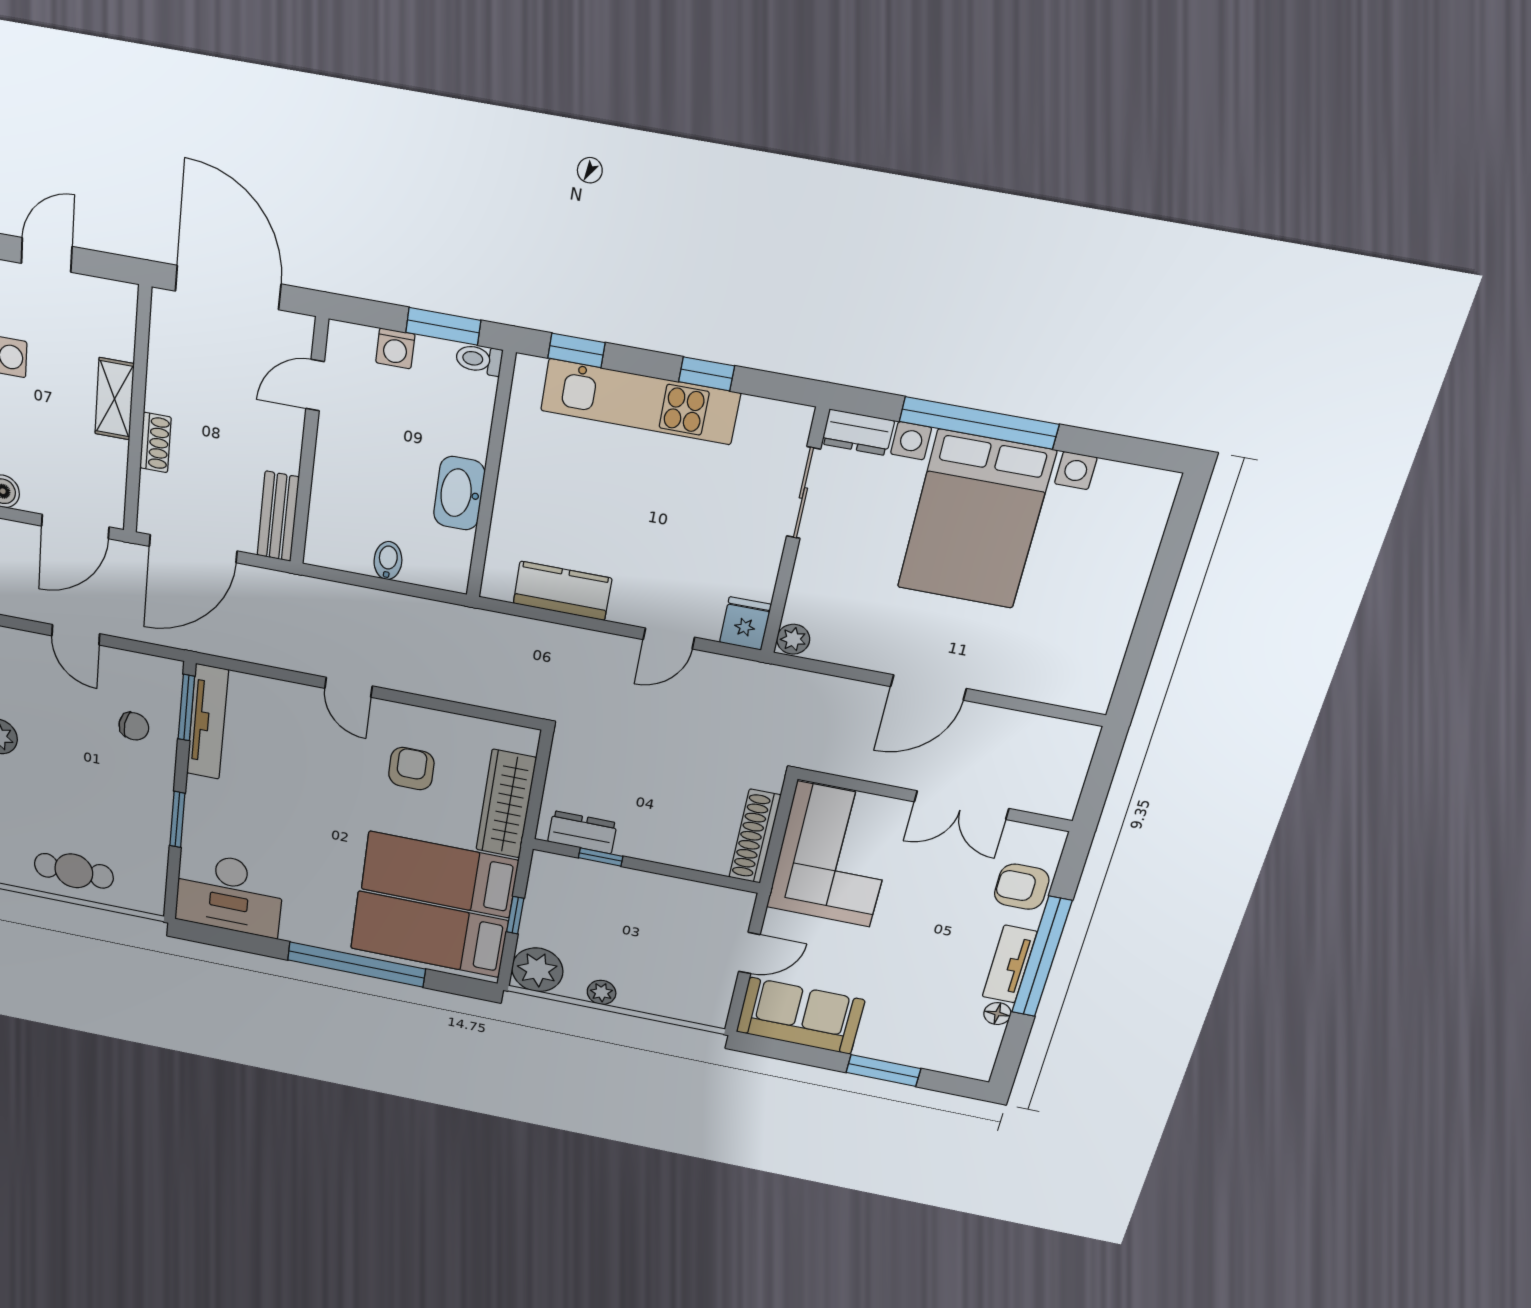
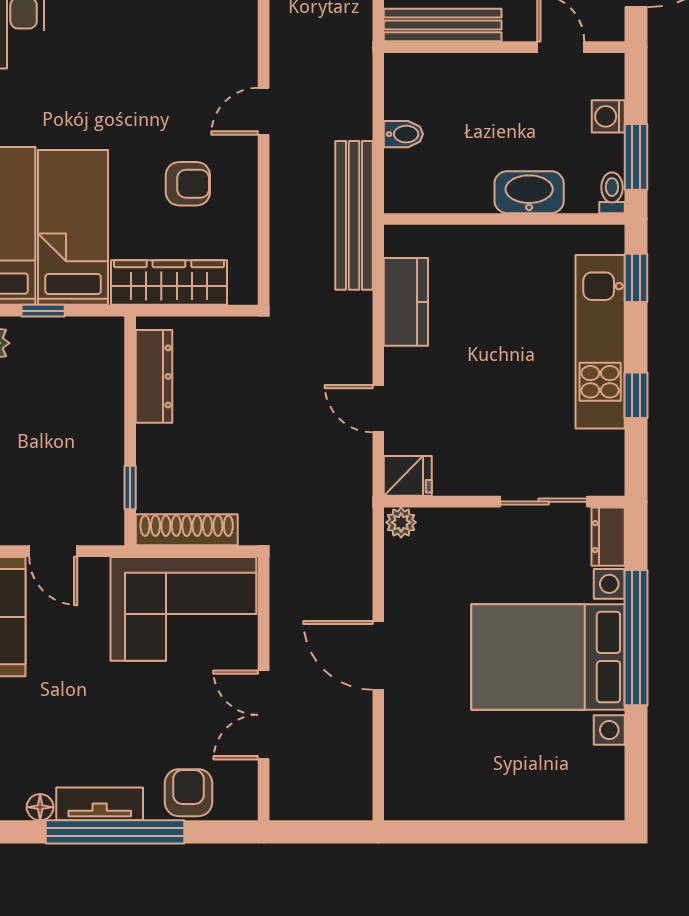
washbasin: (459, 493) -> (529, 192), moved
bench: (278, 516) -> (443, 25), width x1.36
bench: (465, 624) -> (354, 215), added
dresser: (582, 832) -> (154, 376), width x1.44
window: (601, 857) -> (130, 488), moved

